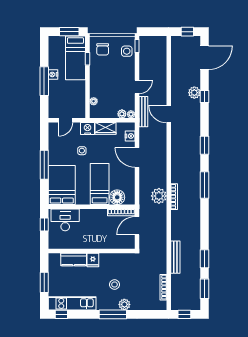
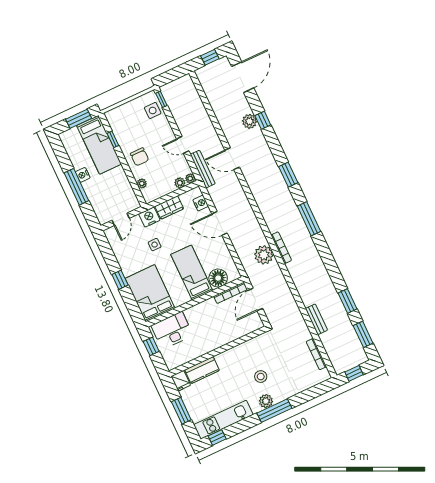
chair: (103, 49) -> (139, 157), moved
door: (137, 87) -> (183, 145), swing flipped
window: (44, 165) -> (120, 280), width x0.46
bench: (175, 257) -> (316, 319), width x0.73
fridge: (93, 260) -> (181, 381), moved
plant: (124, 304) -> (266, 401), moved

